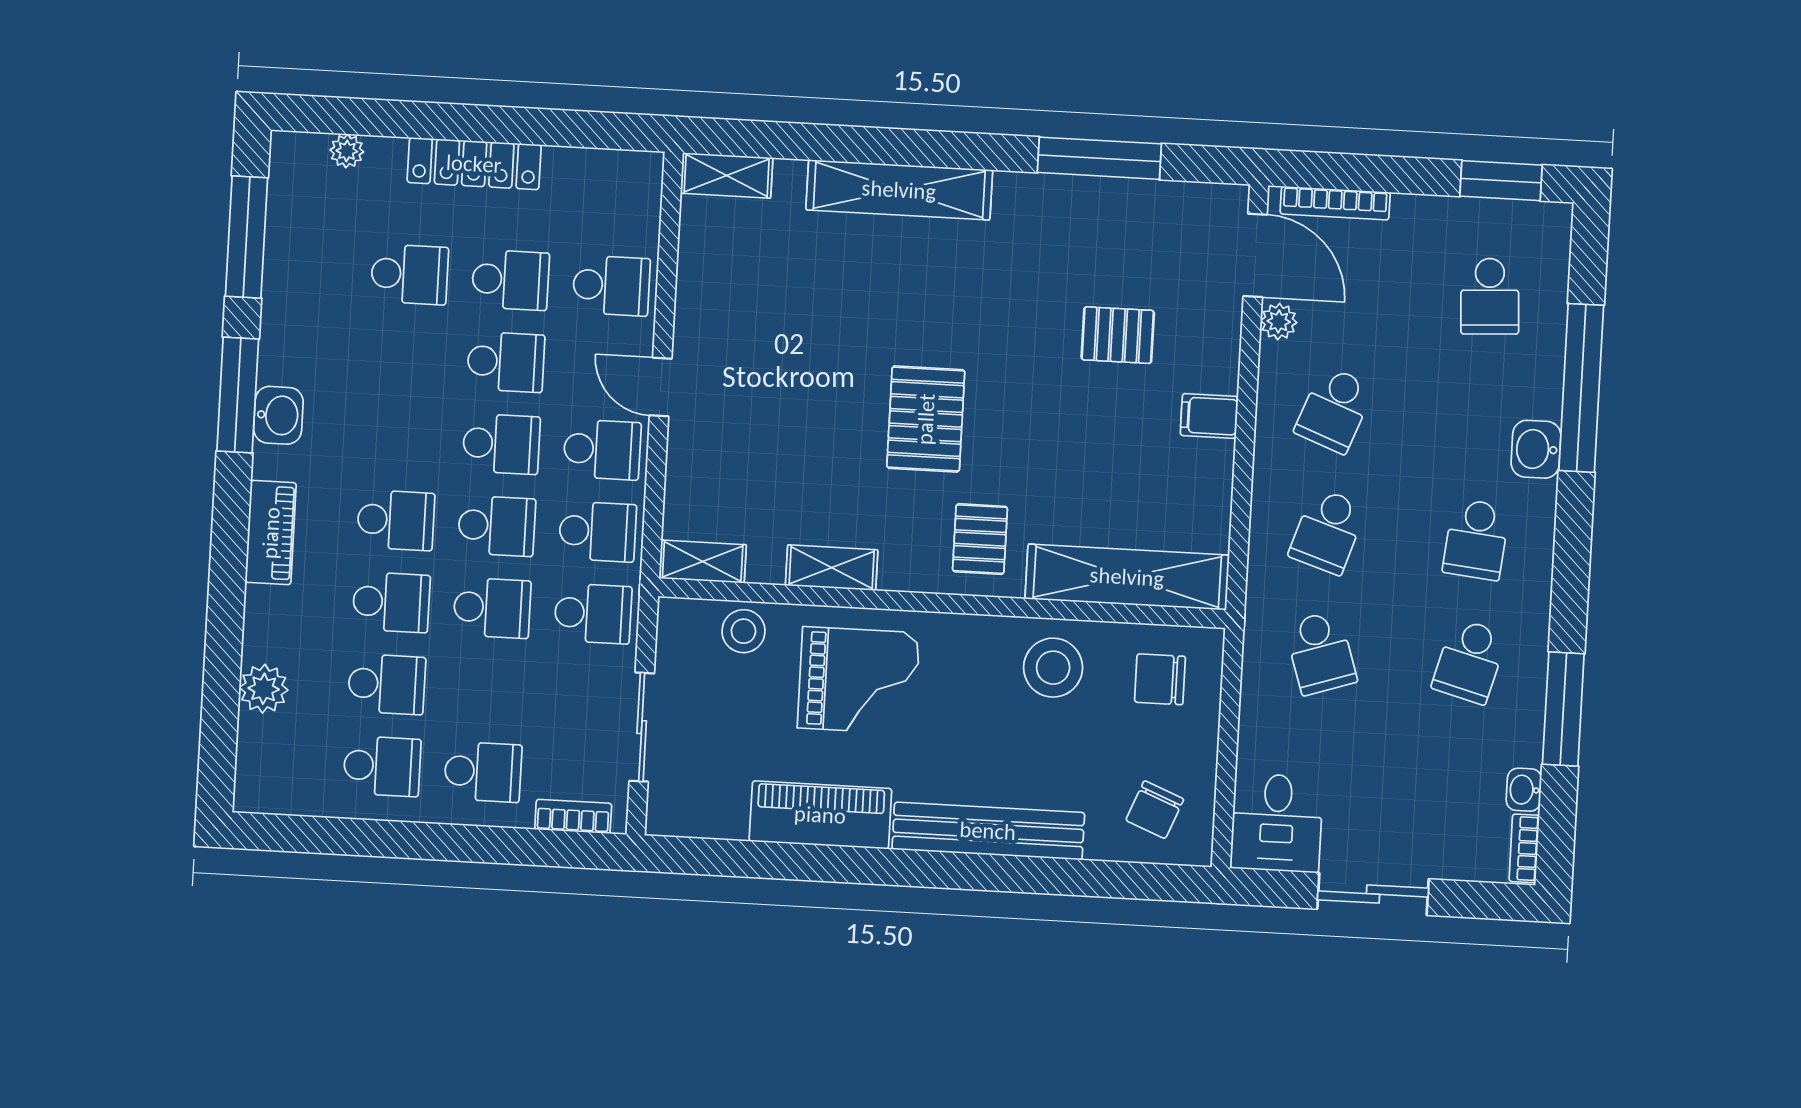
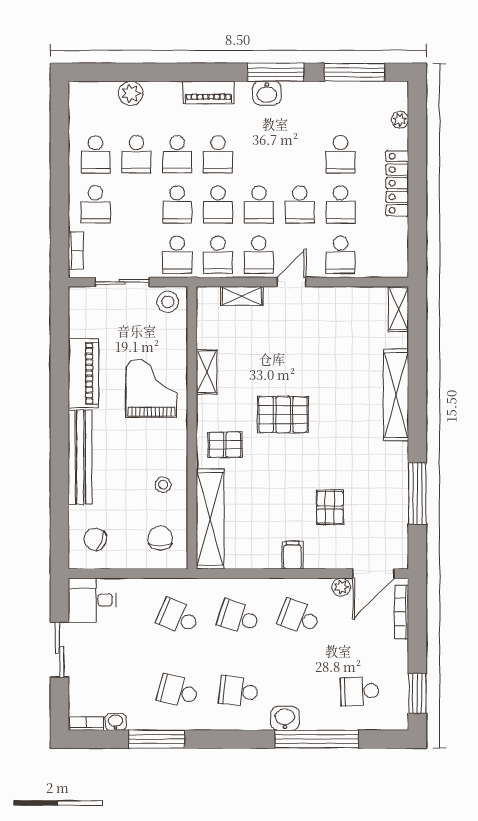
shelving: (703, 562) -> (242, 296), moved, turned 90
stool: (743, 631) -> (168, 302), moved
school desk: (1321, 653) -> (178, 617), turned 42
stool: (1053, 668) -> (163, 485), width x0.53, depth x0.53
grand piano: (859, 680) -> (151, 388), turned 180

